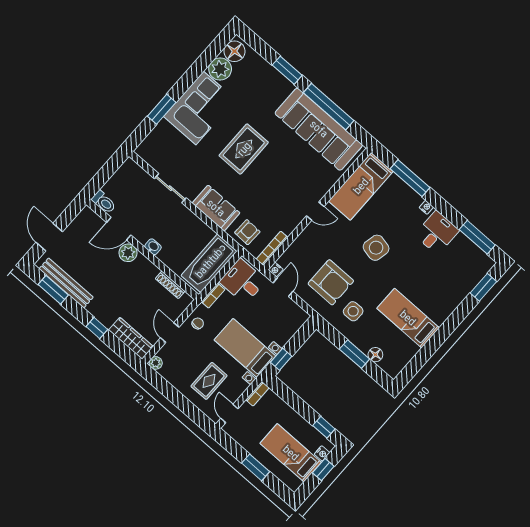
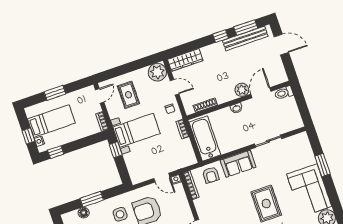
desk: (243, 281) -> (181, 154), removed
window: (97, 328) -> (221, 36), moved
plant: (156, 363) -> (157, 72), width x1.88, depth x1.88
door: (229, 414) -> (100, 96), hinge flipped

